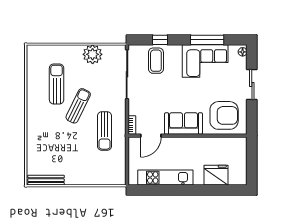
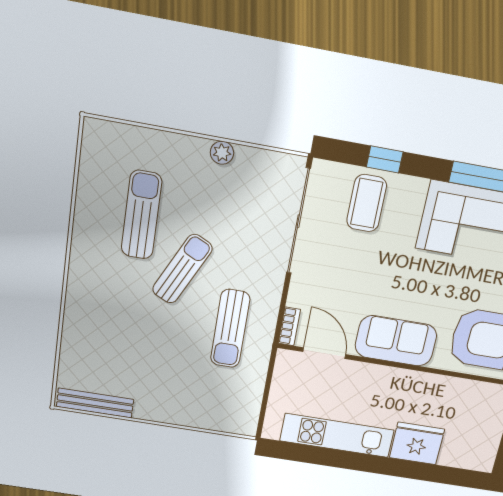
plant: (93, 54) -> (222, 153), width x0.53, depth x0.53
door: (151, 136) -> (324, 353), swing flipped
fridge: (216, 175) -> (417, 443), moved

